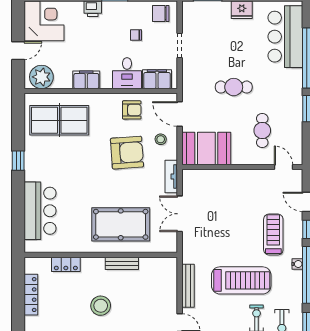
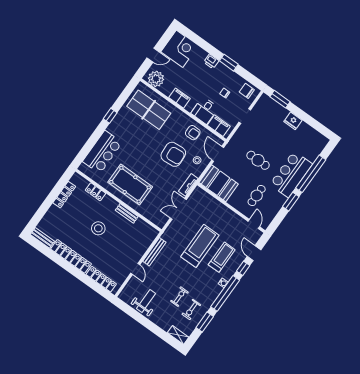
bar counter: (285, 37) -> (291, 174), moved
pool table: (121, 224) -> (130, 185), moved
treadmill: (241, 280) -> (200, 246), moved, turned -90

